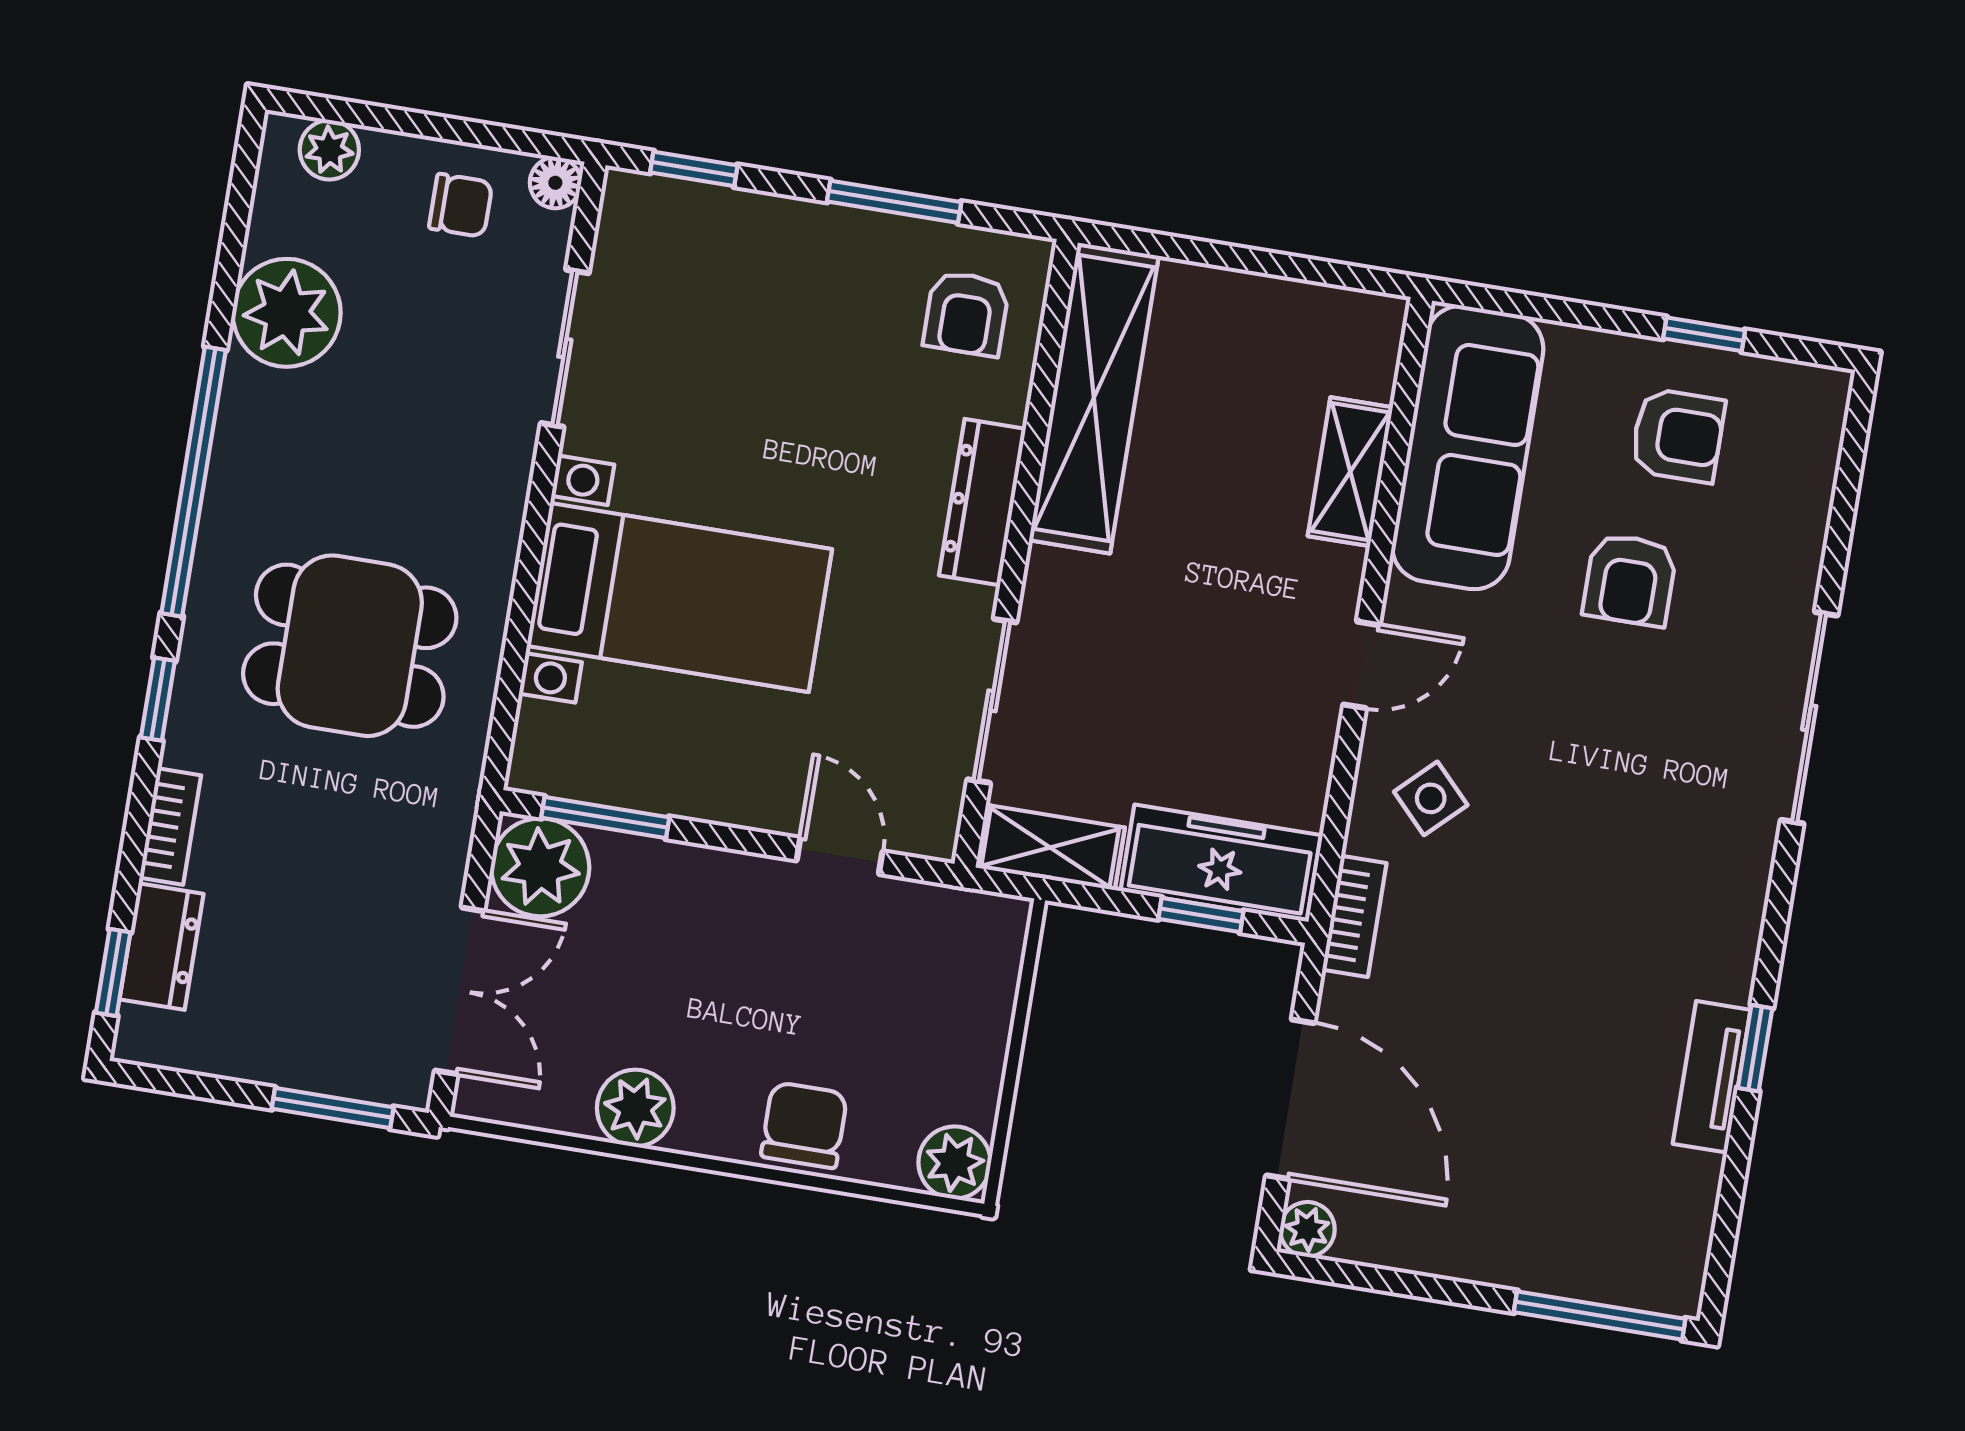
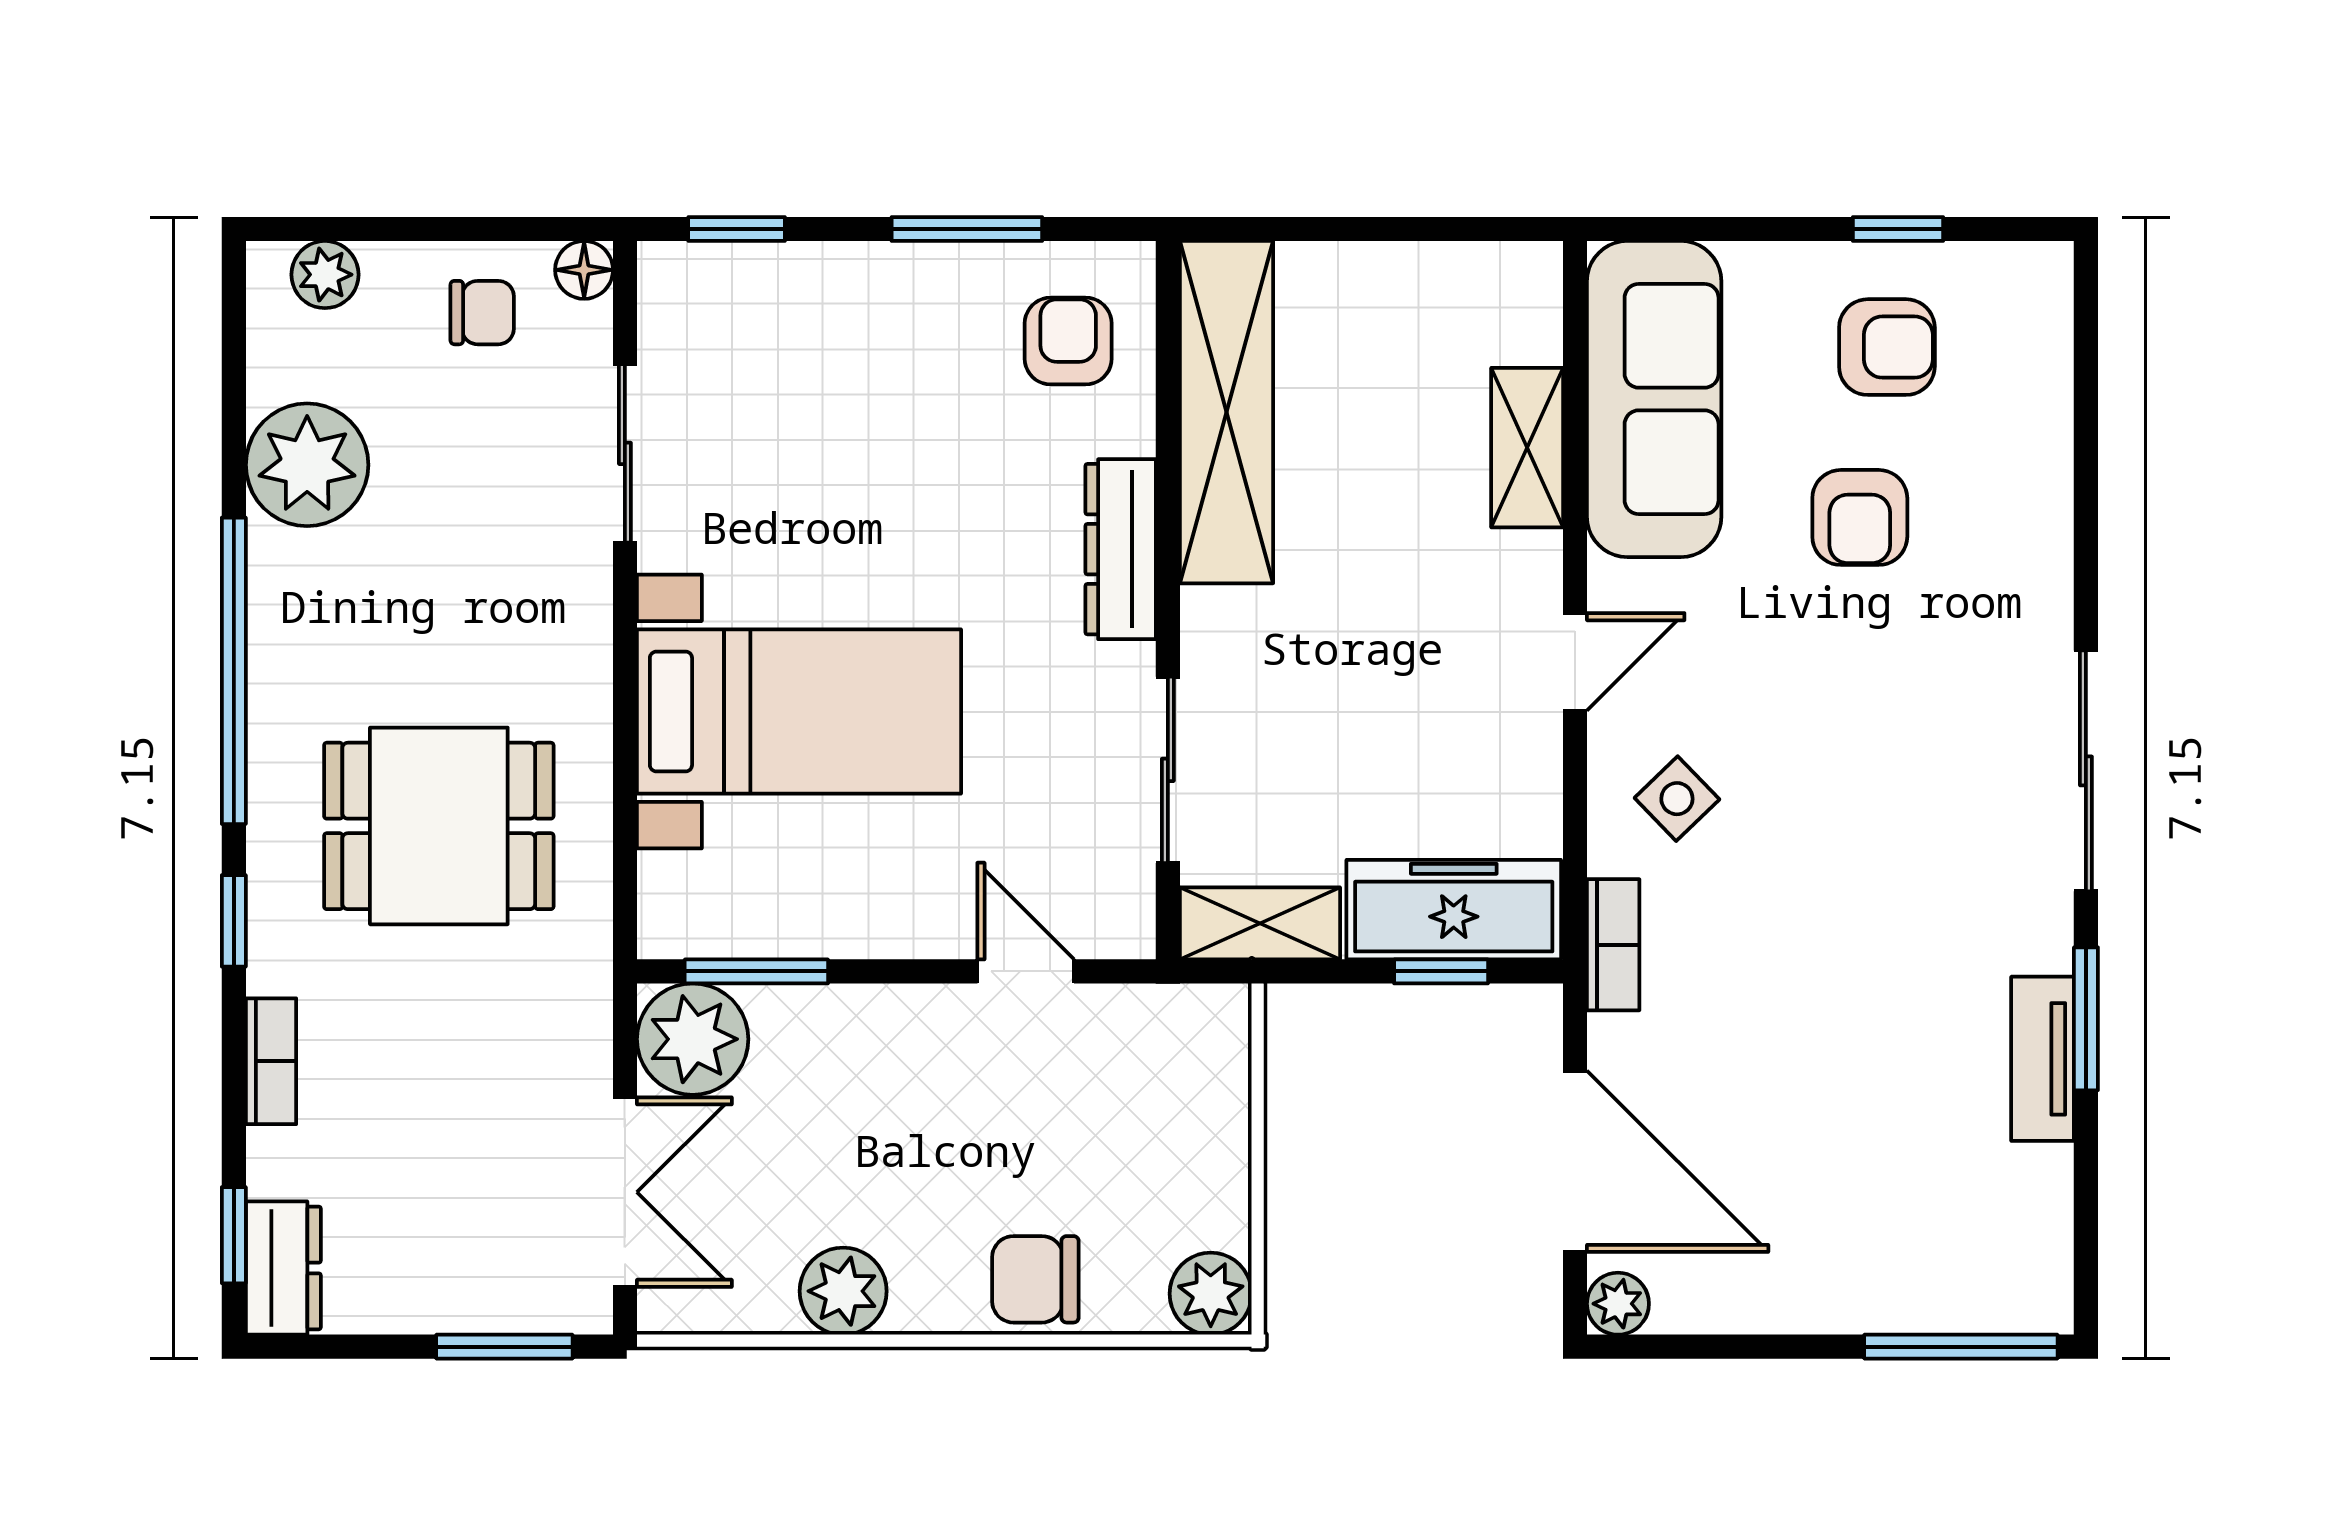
armchair: (966, 314) -> (1068, 341), turned 180
sliding door: (1809, 718) -> (2086, 771), moved
dresser: (162, 947) -> (283, 1268), moved
window: (1755, 1048) -> (2086, 1019), width x1.50
chair: (804, 1125) -> (1035, 1279), turned -90

